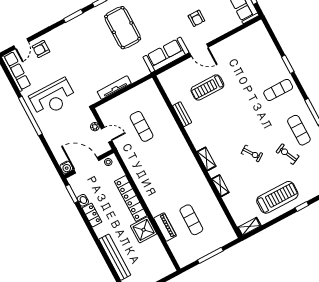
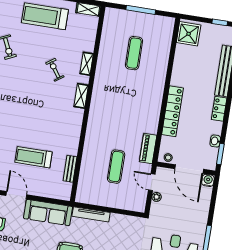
treadmill: (207, 87) -> (33, 157), turned 180
tv unit: (114, 88) -> (91, 214), moved
bench: (182, 114) -> (70, 169), moved
exercise bike: (252, 153) -> (55, 70), moved
locker: (92, 215) -> (219, 109), moved
piano: (165, 227) -> (148, 149), moved
shower: (144, 230) -> (189, 34), moved

